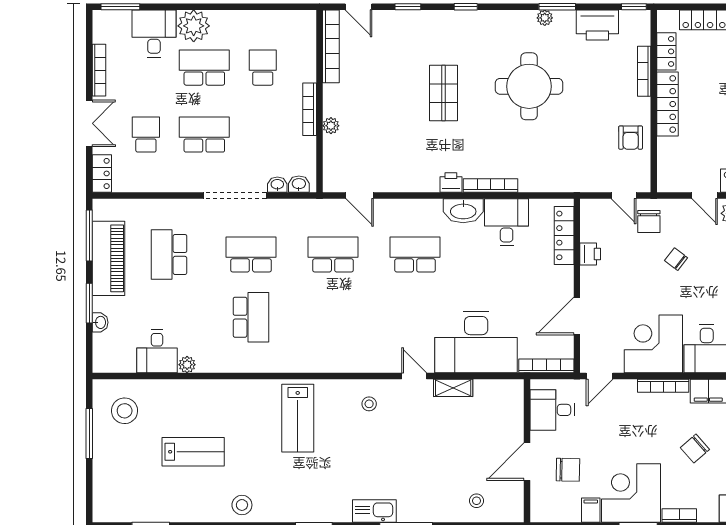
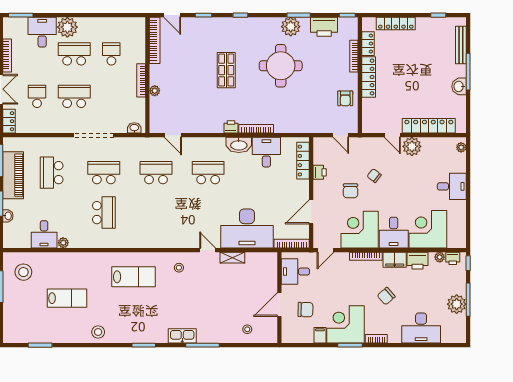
plant: (545, 18) -> (291, 27), width x1.87, depth x1.87
washbasin: (277, 185) -> (121, 128), removed
chair: (649, 221) -> (351, 191), moved
lab bench: (298, 418) -> (134, 277), turned -90

